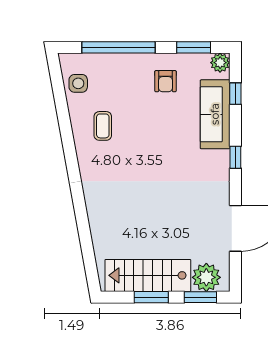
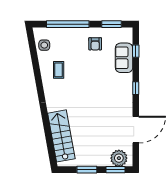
plant: (220, 63) -> (127, 33), removed
sofa: (215, 114) -> (124, 58), width x0.73
stairs: (148, 275) -> (61, 136), moved, turned 80

